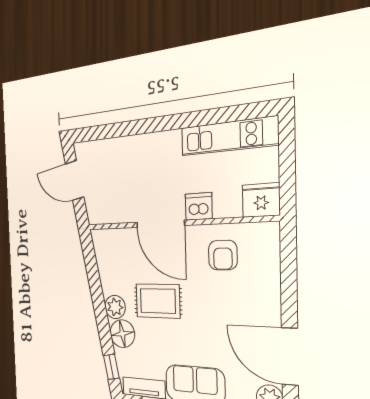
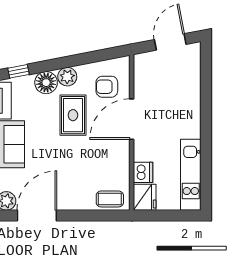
dishwasher: (199, 206) -> (143, 172), moved
coffee table: (264, 251) -> (110, 199), added
armchair: (223, 255) -> (107, 87), moved

